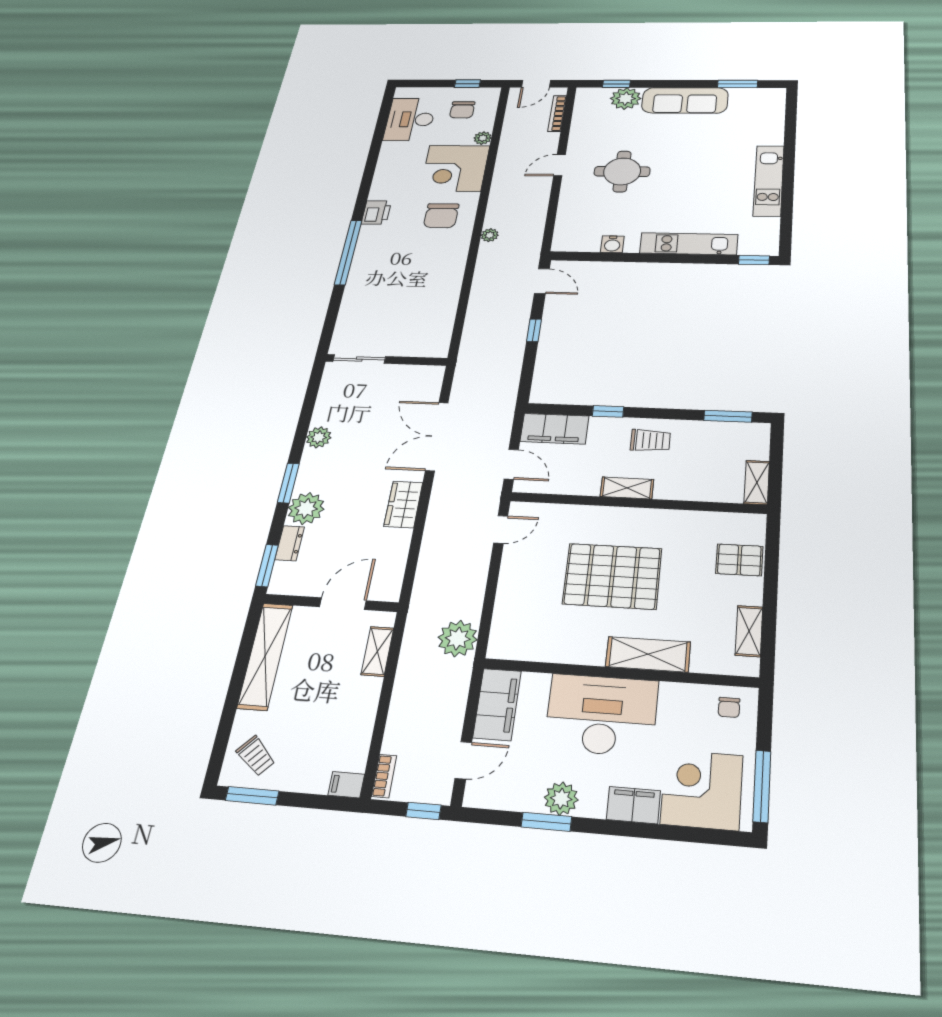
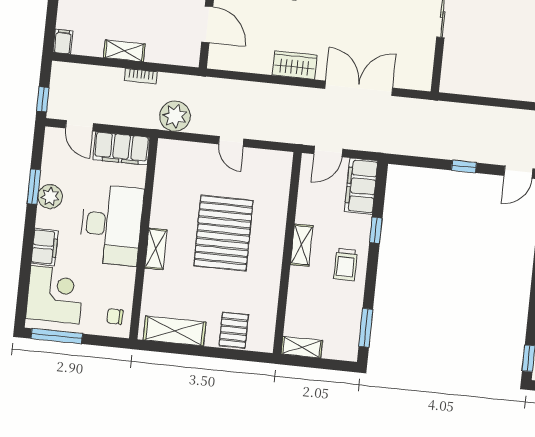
door: (501, 529) -> (231, 141), moved
shelving: (749, 631) -> (175, 331), width x1.50, depth x1.33
shelving: (377, 651) -> (124, 51), moved
shelving: (648, 654) -> (156, 249), width x0.67, depth x0.75
bookcase: (384, 776) -> (141, 76), moved

